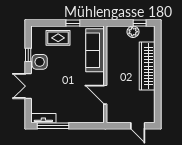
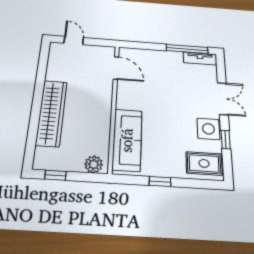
plant: (133, 32) -> (94, 164), moved
rug: (58, 38) -> (204, 163), moved
door: (105, 95) -> (116, 68), moved

